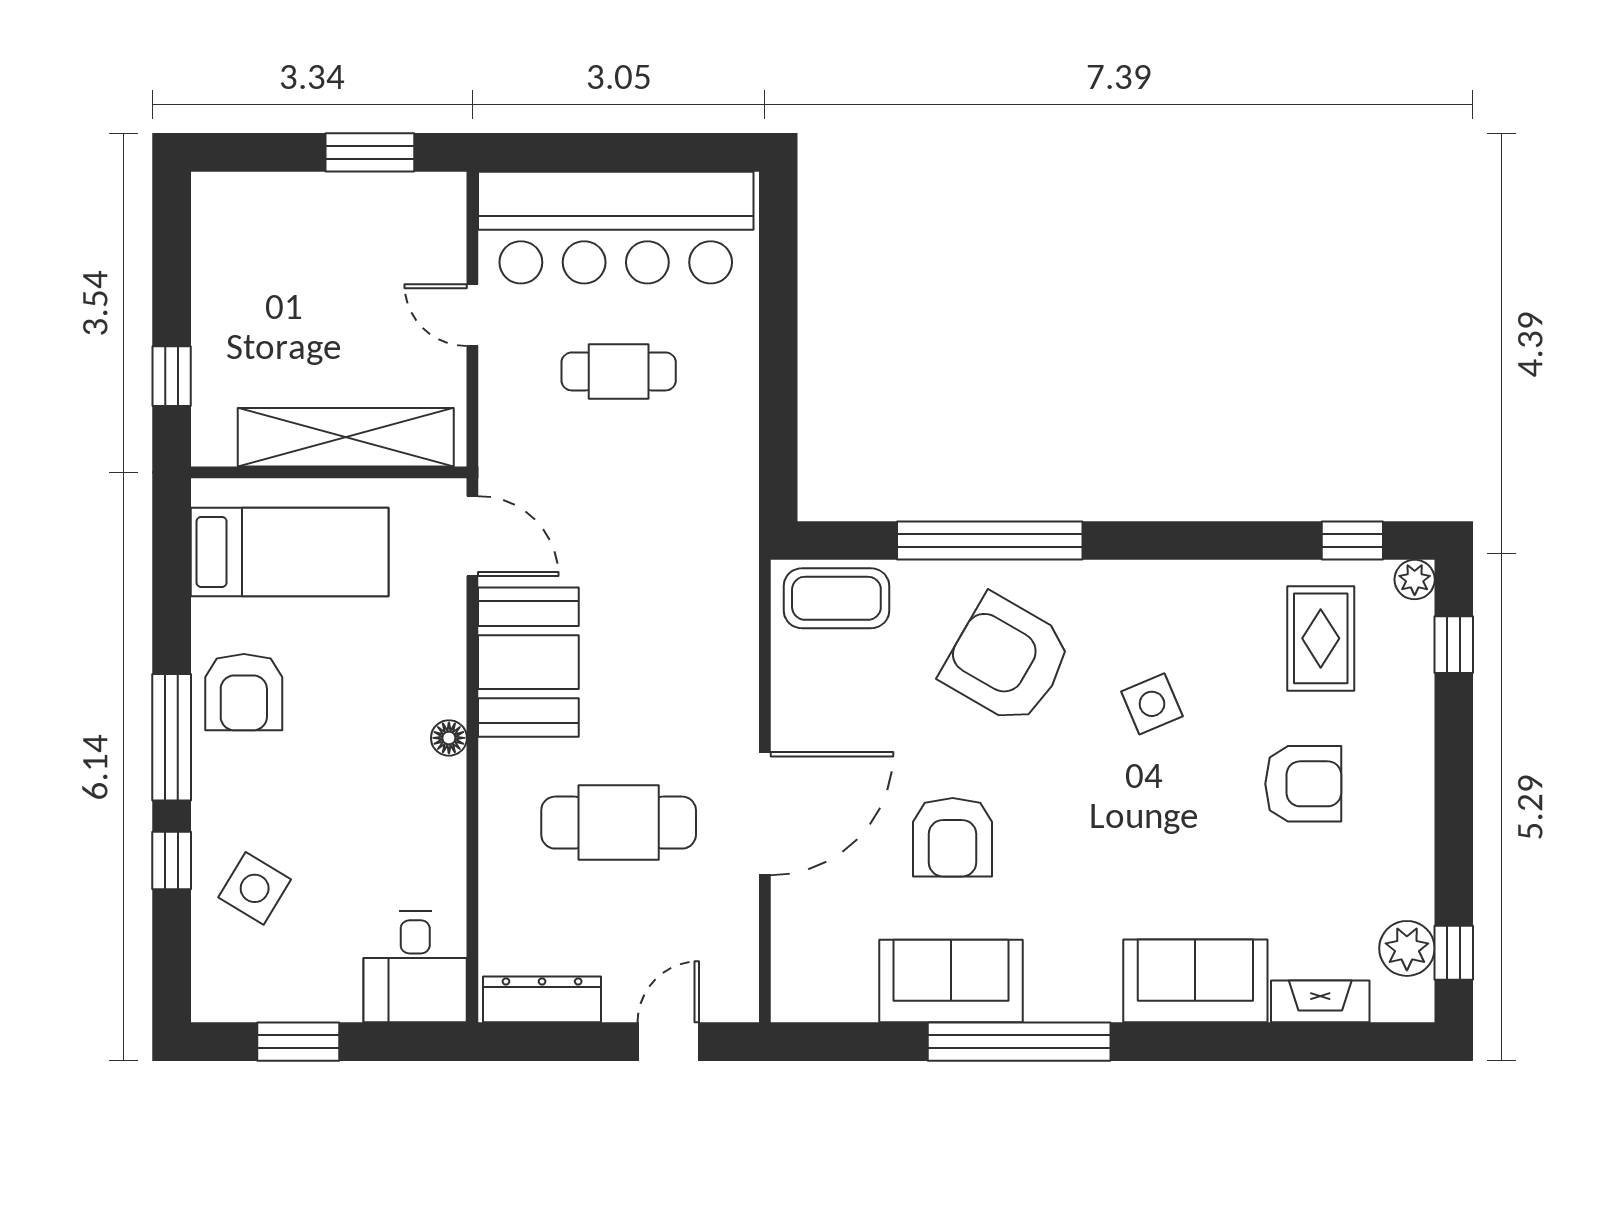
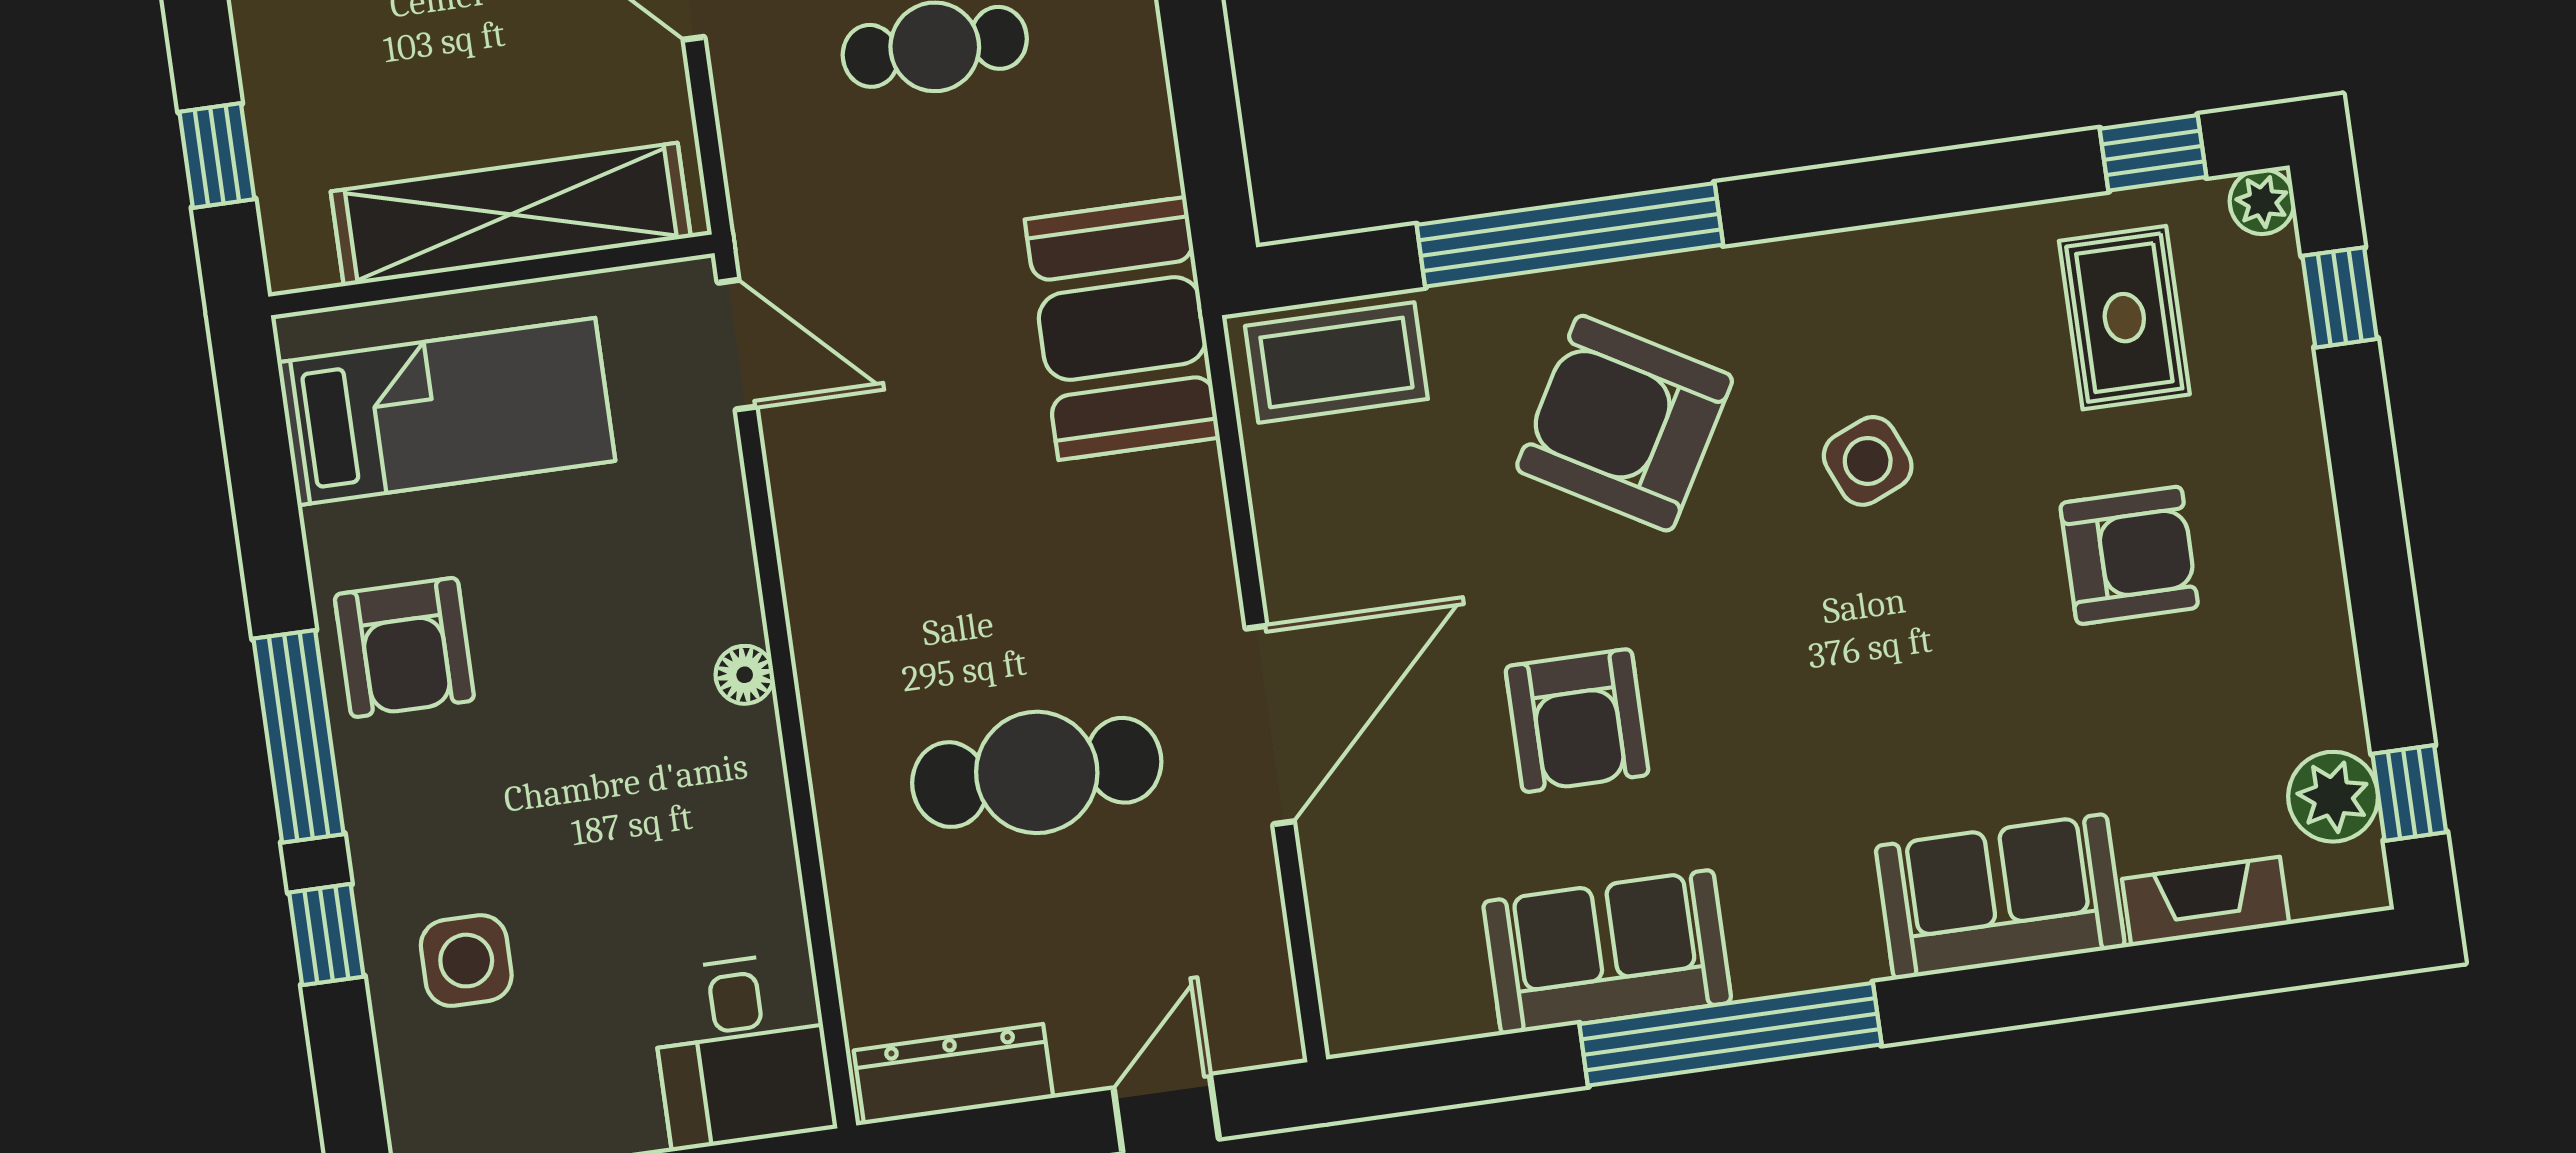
booth: (528, 662) -> (1122, 328), moved
side table: (255, 888) -> (466, 961), turned -31

